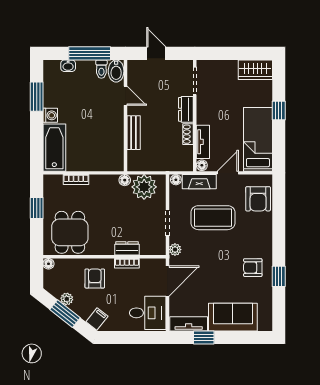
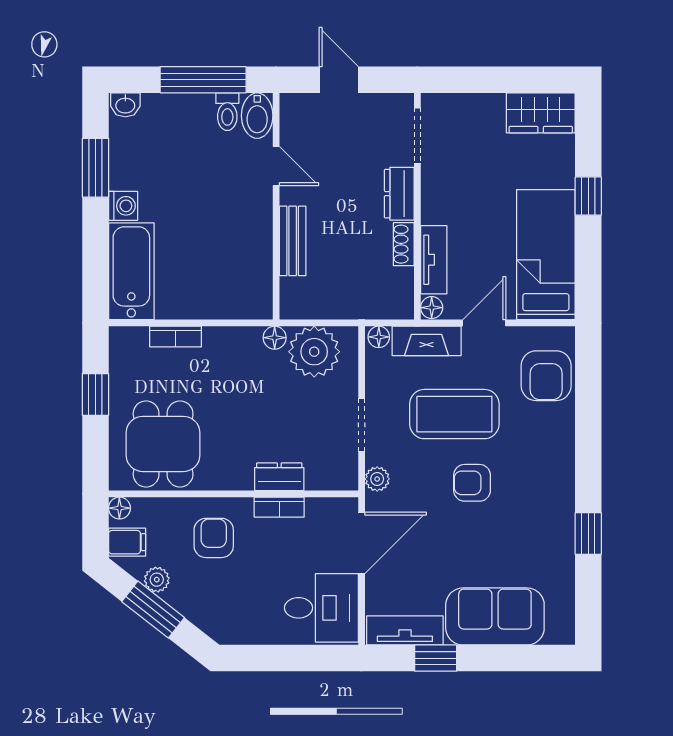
washbasin: (68, 66) -> (125, 105), moved
armchair: (253, 268) -> (472, 483), moved
filing cabinet: (97, 319) -> (127, 542), moved, turned 52

